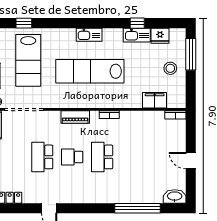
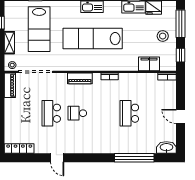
window: (191, 90) -> (181, 55), added
school desk: (102, 157) -> (129, 113), moved

